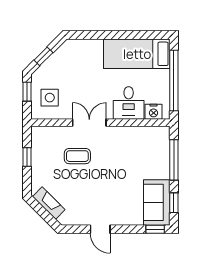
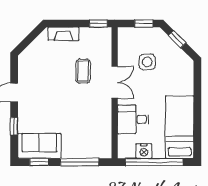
side table: (50, 98) -> (147, 62), moved
nightstand: (153, 112) -> (144, 151), moved, turned -90
window: (27, 157) -> (98, 23), moved
fireplace: (49, 203) -> (63, 34), moved, turned 45
window: (155, 229) -> (14, 126), moved

